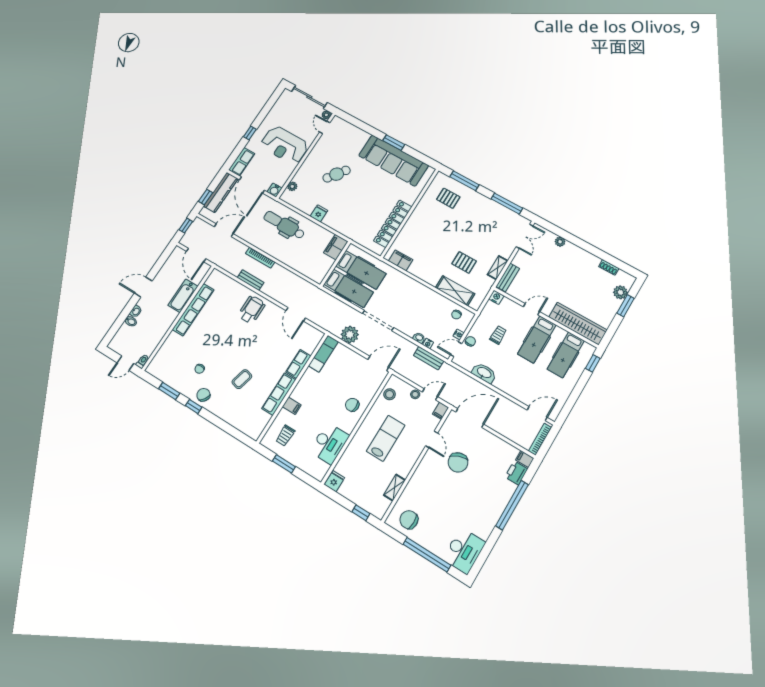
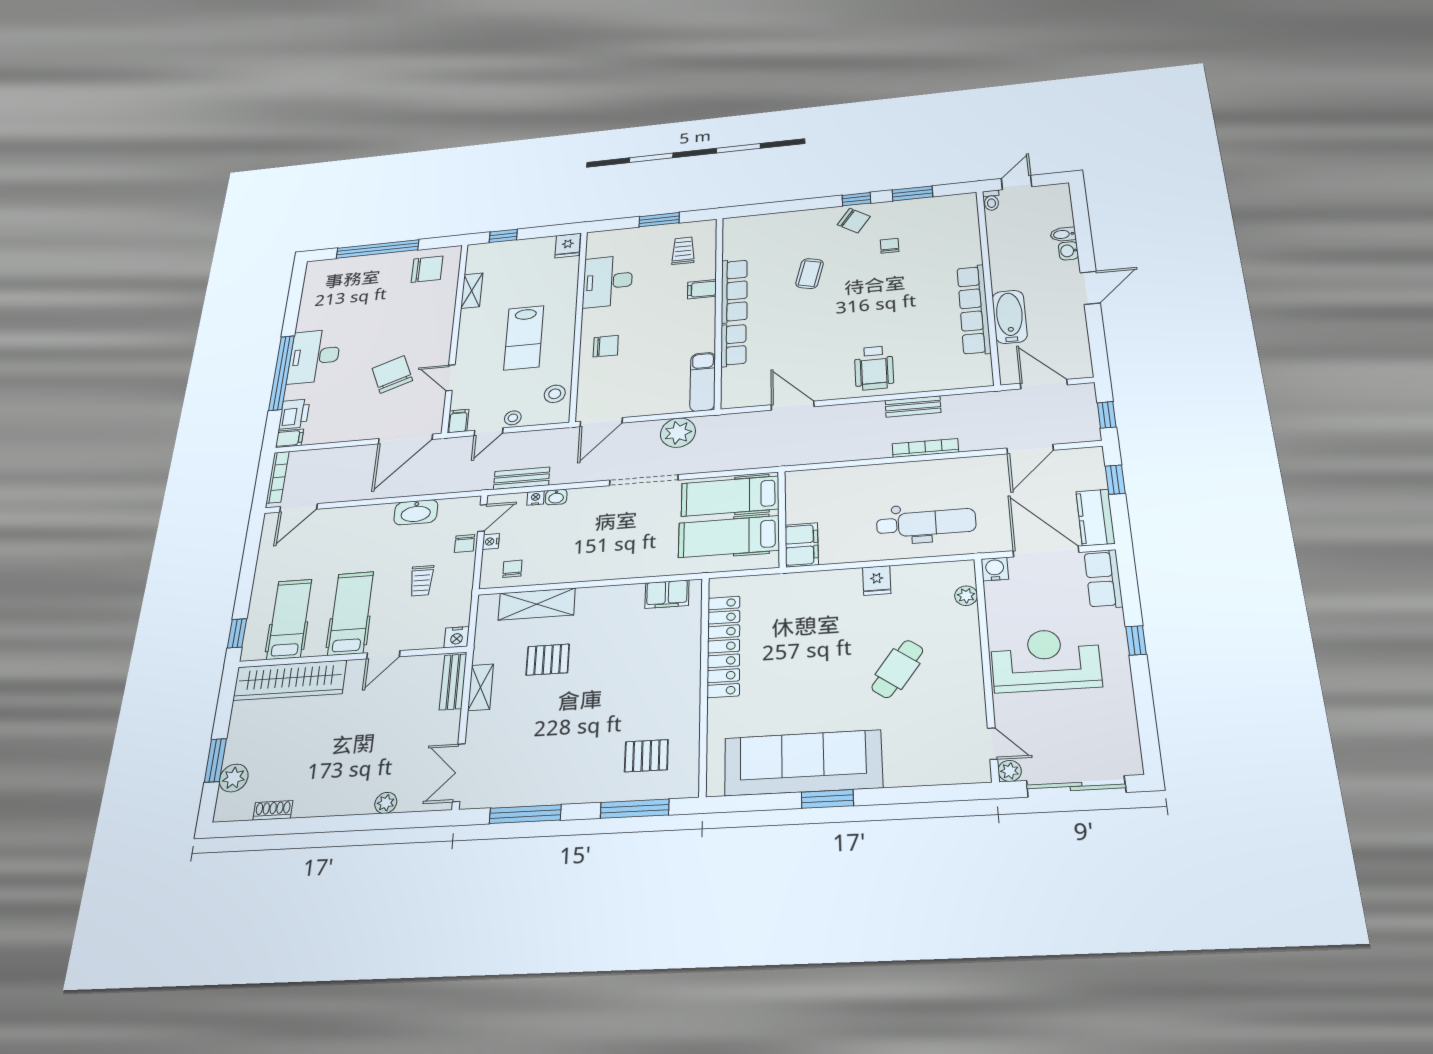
kitchen counter: (221, 192) -> (1095, 517), width x0.67
desk: (464, 551) -> (314, 356), moved

